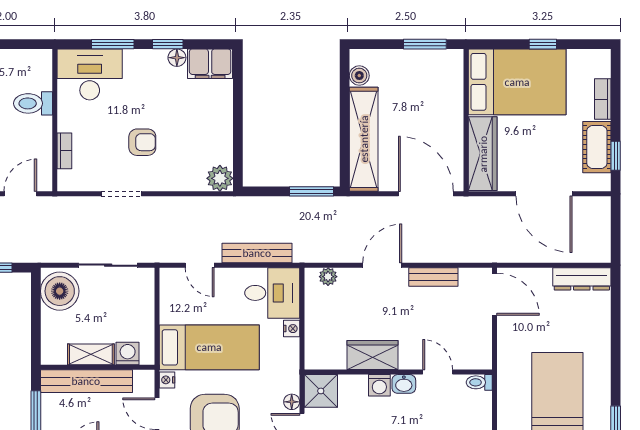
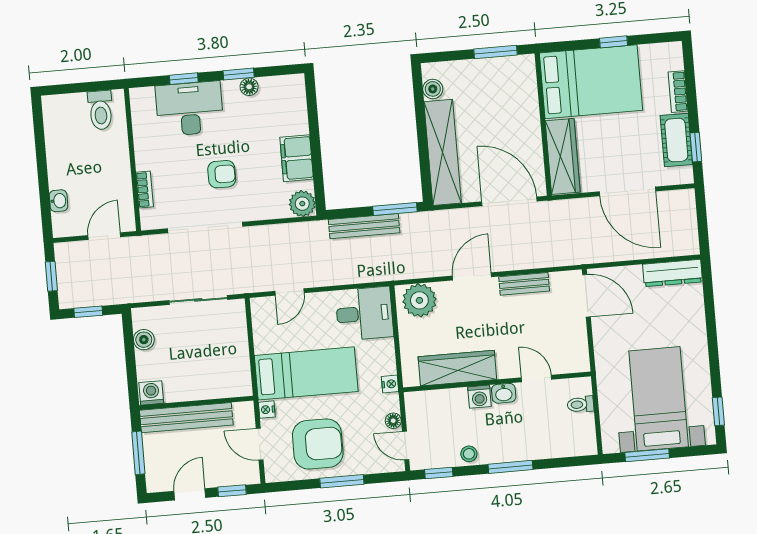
window: (113, 44) -> (184, 79), width x0.67
filing cabinet: (210, 64) -> (297, 158), moved, turned 90
desk: (90, 74) -> (190, 109), moved
toilet: (33, 103) -> (101, 110), moved, turned -90
doorway: (121, 194) -> (205, 228), width x1.88
bench: (257, 253) -> (364, 226), moved
door: (200, 265) -> (290, 292), hinge flipped
plant: (328, 277) -> (419, 300), width x1.88, depth x1.88
boiler: (60, 291) -> (144, 340), width x0.54, depth x0.54
nightstand: (292, 329) -> (390, 384), moved
shelving: (91, 354) -> (189, 391), removed
washing machine: (128, 354) -> (151, 393), moved
wardrobe: (373, 355) -> (457, 368), width x1.50
toilet: (479, 382) -> (581, 404), moved
shower: (321, 391) -> (421, 407), removed

